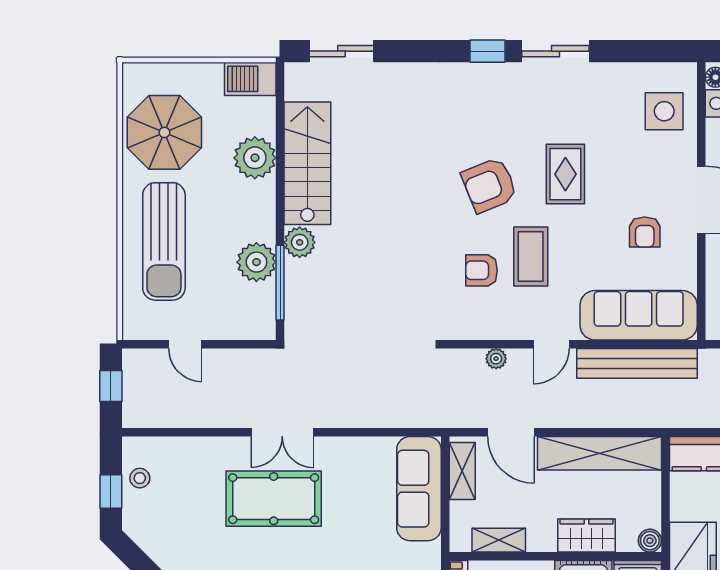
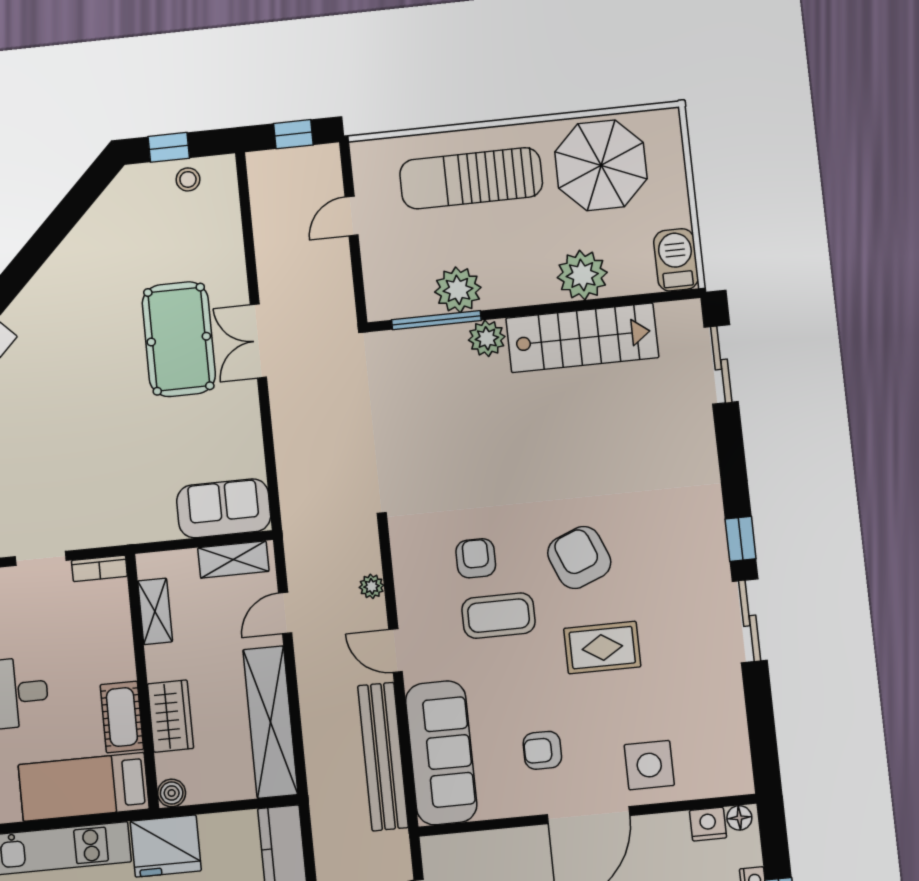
side table: (664, 111) -> (649, 765), moved
door: (511, 432) -> (285, 613), width x0.73
sofa: (419, 489) -> (224, 508), width x0.73

